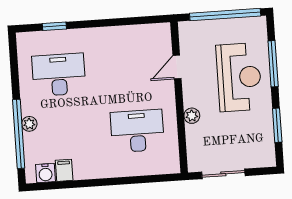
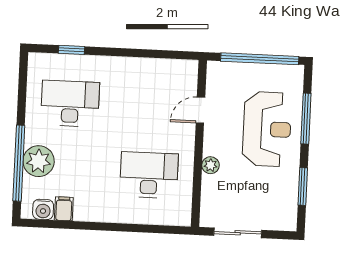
plant: (29, 124) -> (39, 161), width x1.88, depth x1.88

